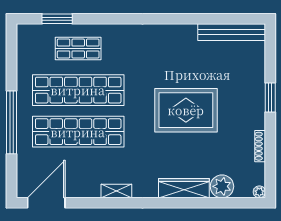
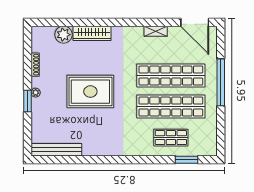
shelving: (116, 191) -> (156, 31), moved
plant: (259, 192) -> (36, 93), moved
door: (46, 203) -> (195, 22), hinge flipped

